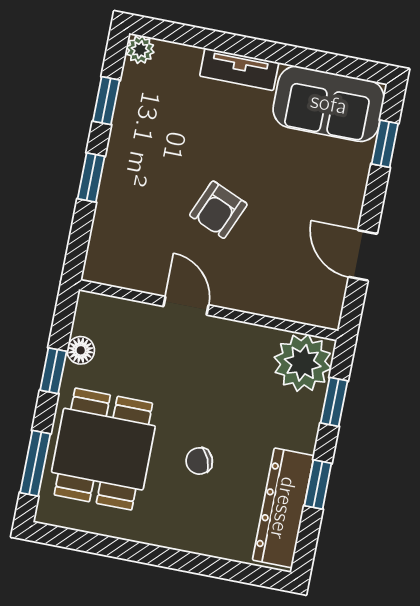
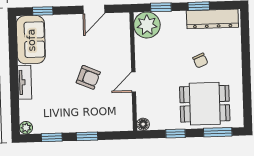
floor lamp: (81, 350) -> (143, 124), moved

